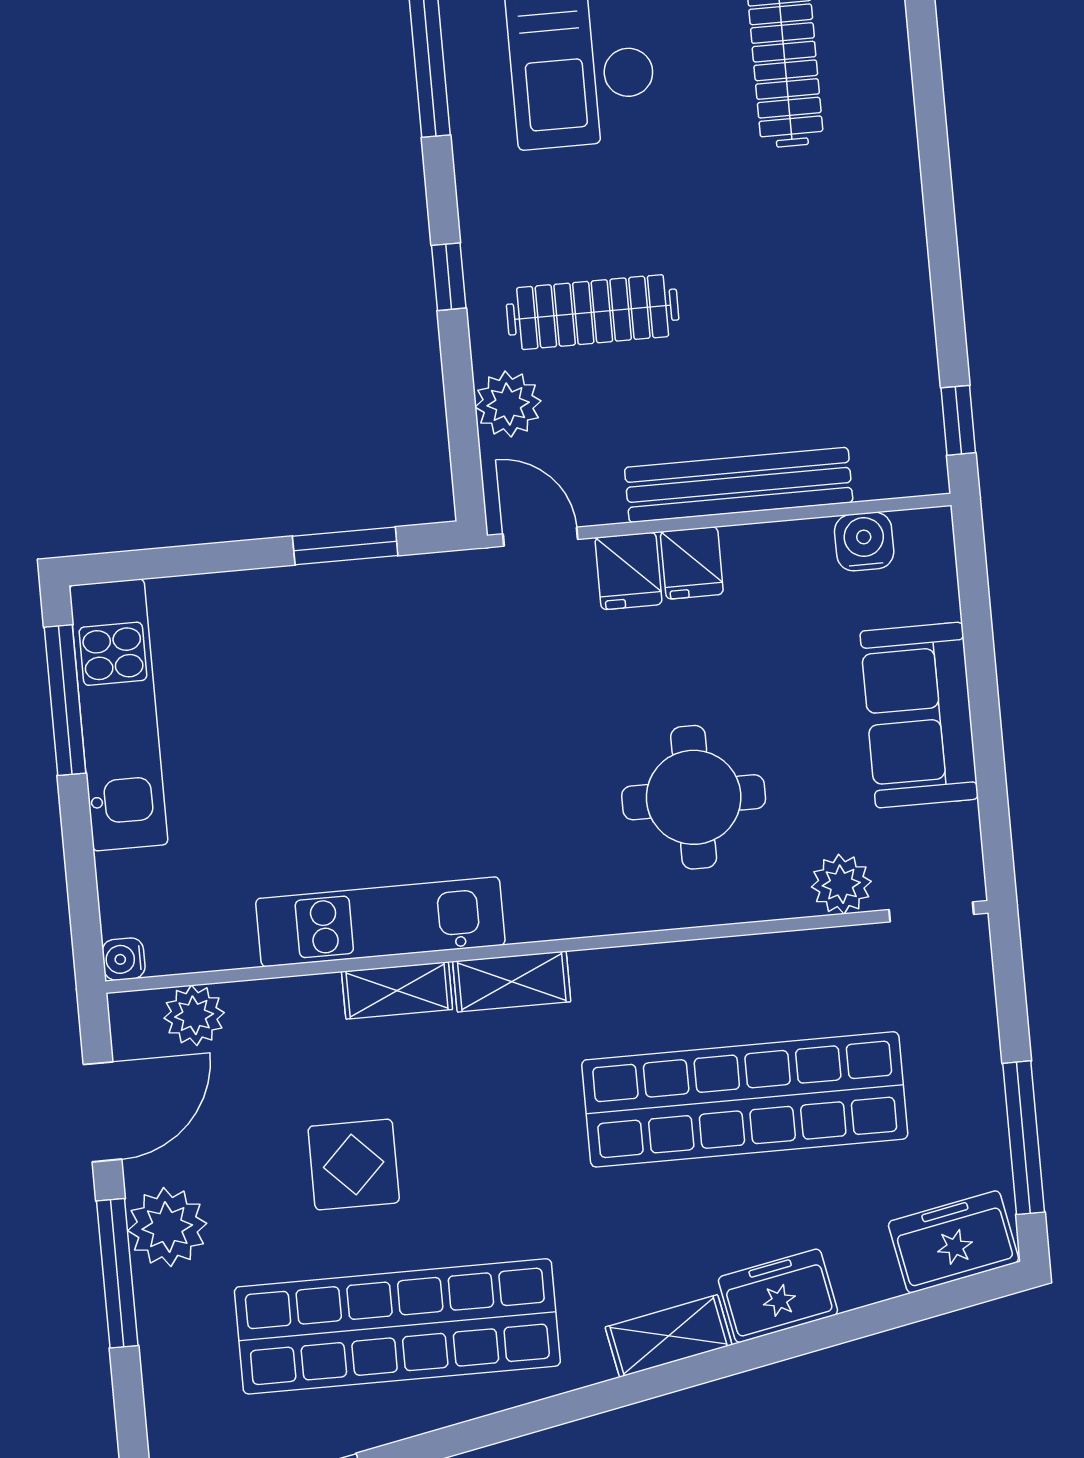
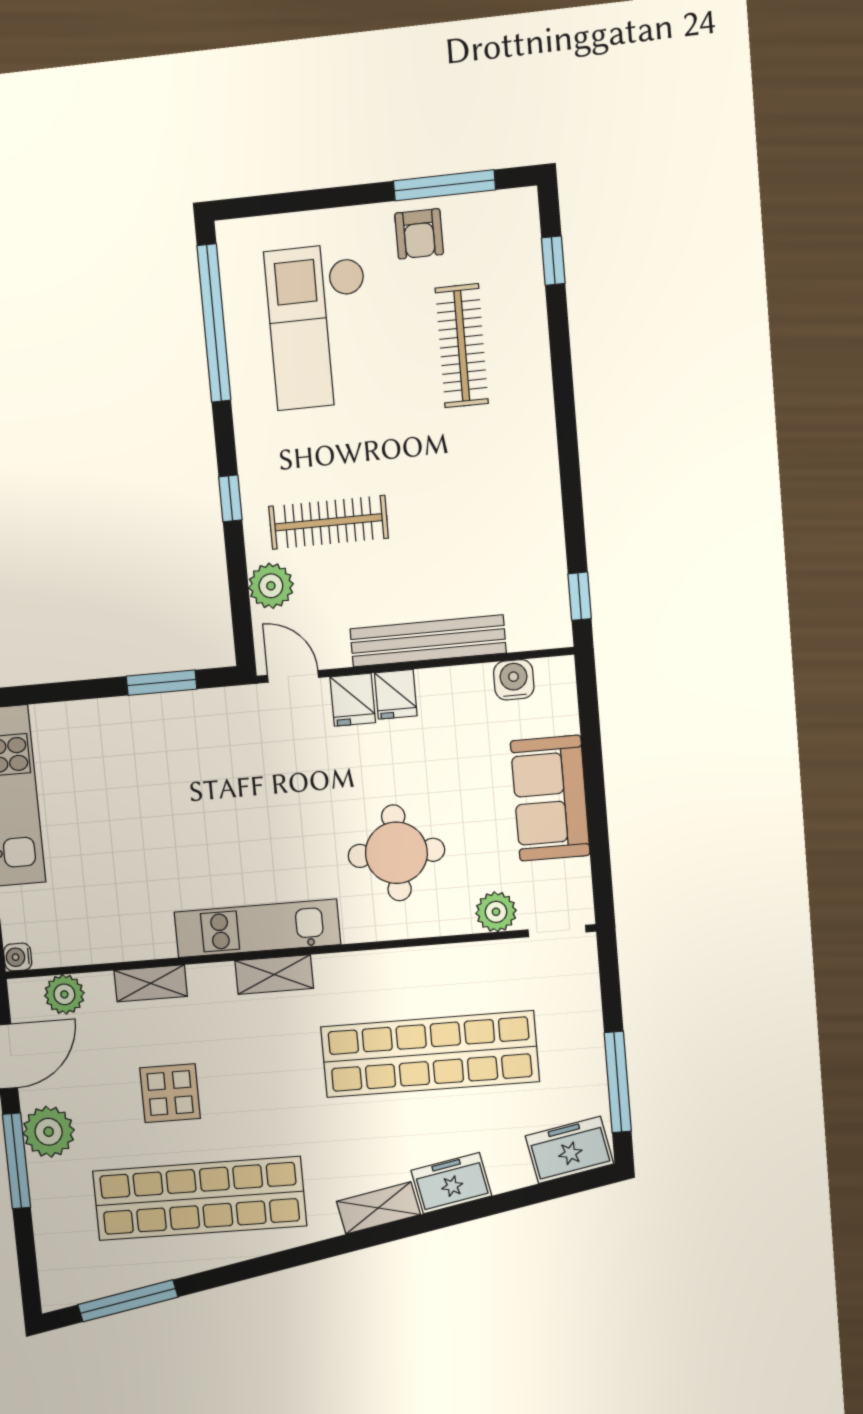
kitchen unit: (380, 922) -> (257, 928), moved
shelving: (397, 990) -> (151, 983), moved

